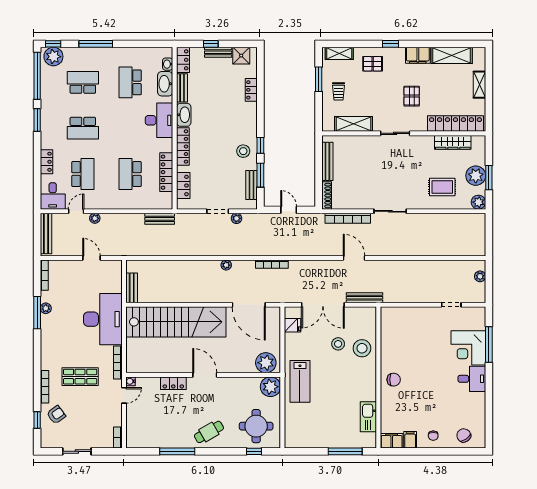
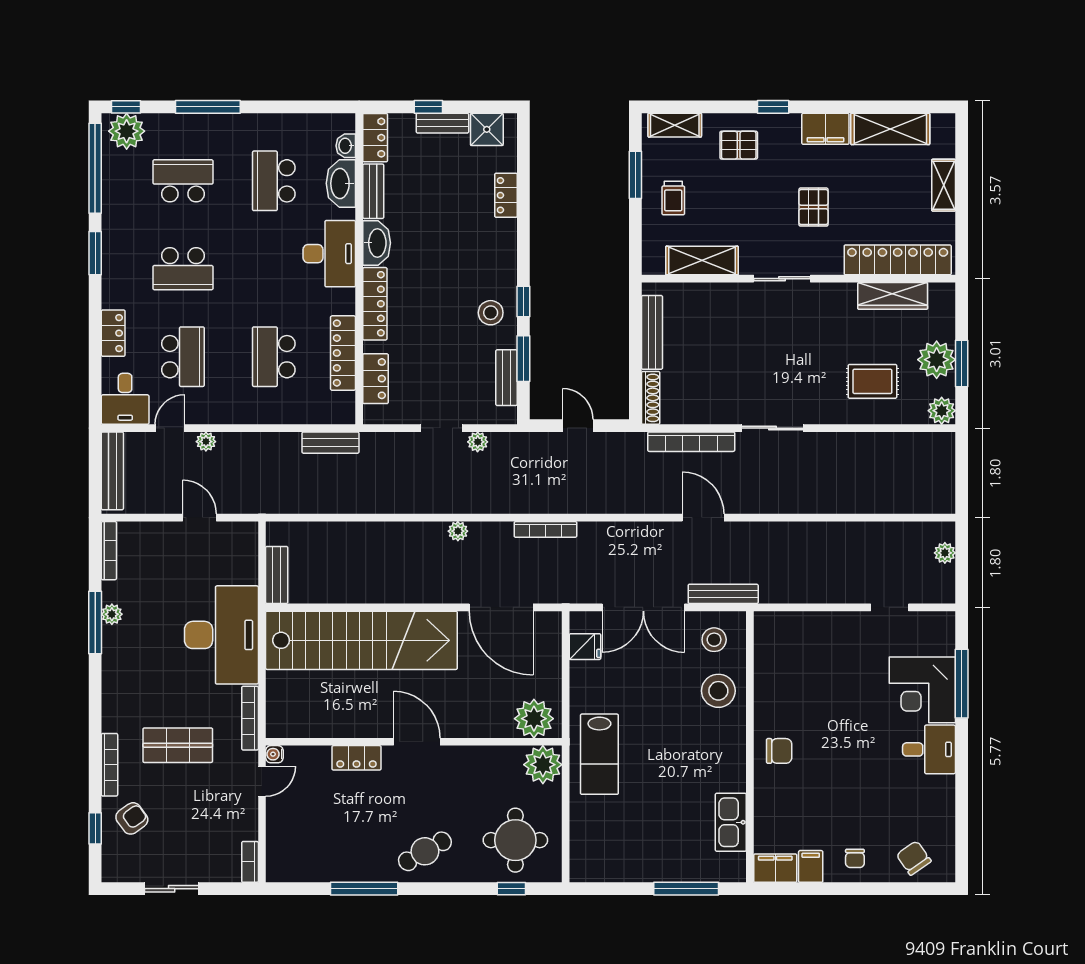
stool: (338, 344) -> (714, 640), moved

